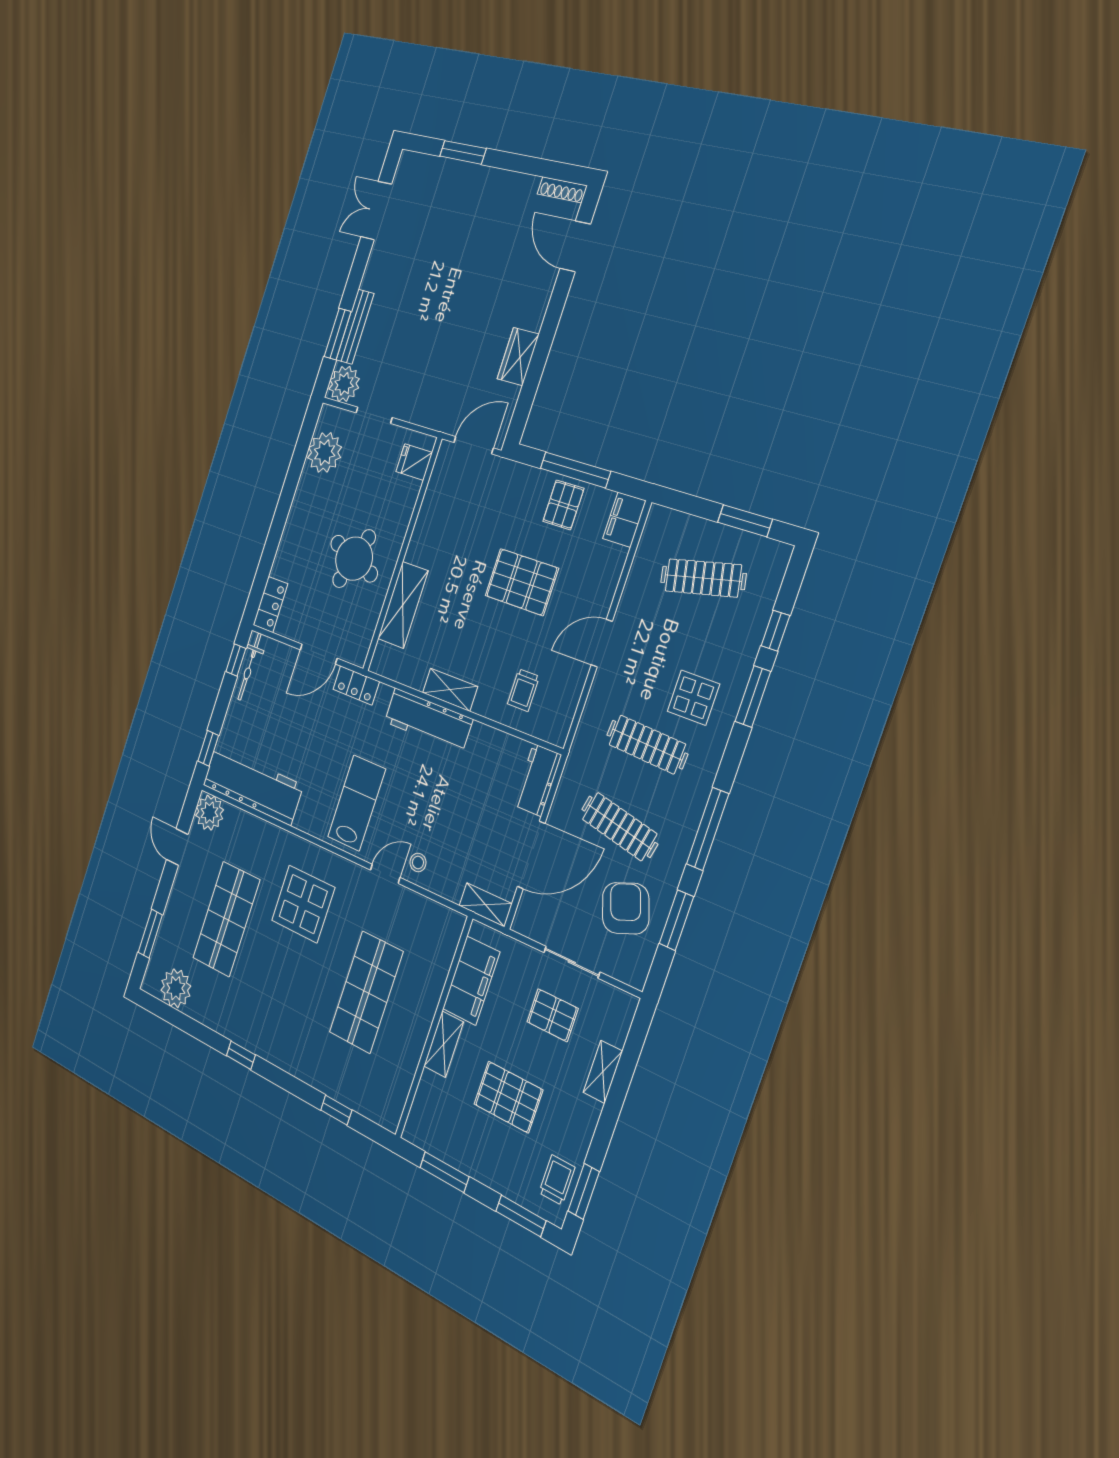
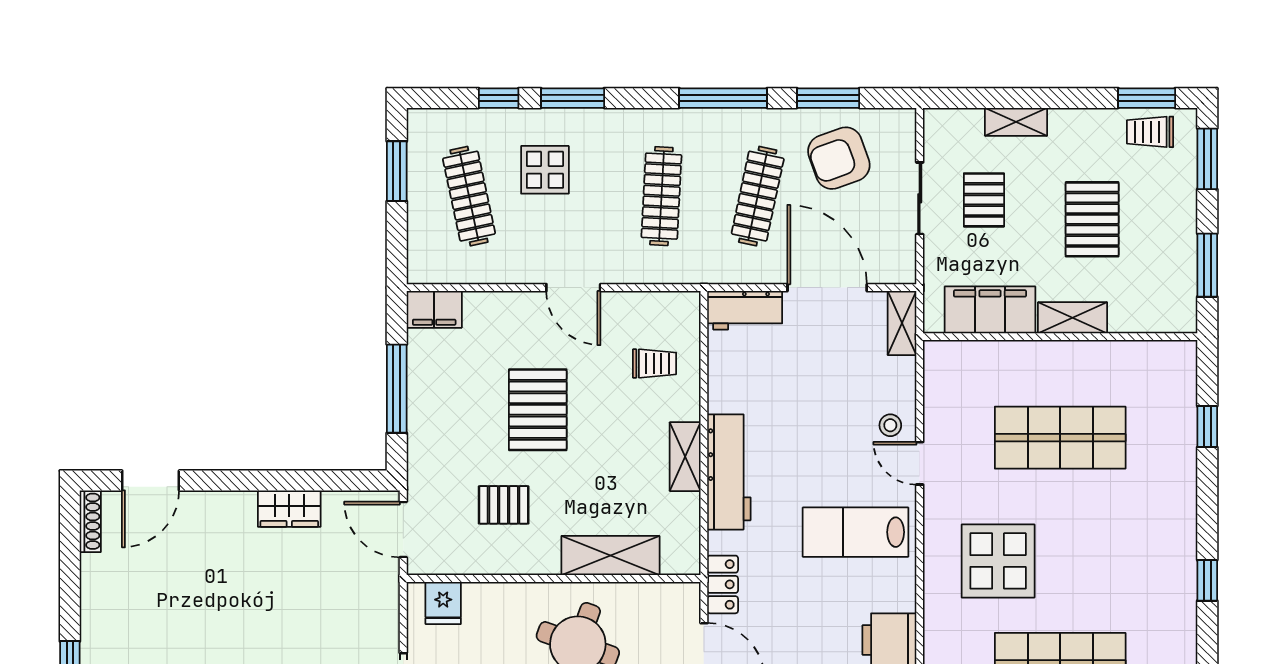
pallet: (563, 505) -> (504, 505), moved
display table: (693, 698) -> (545, 170), moved

